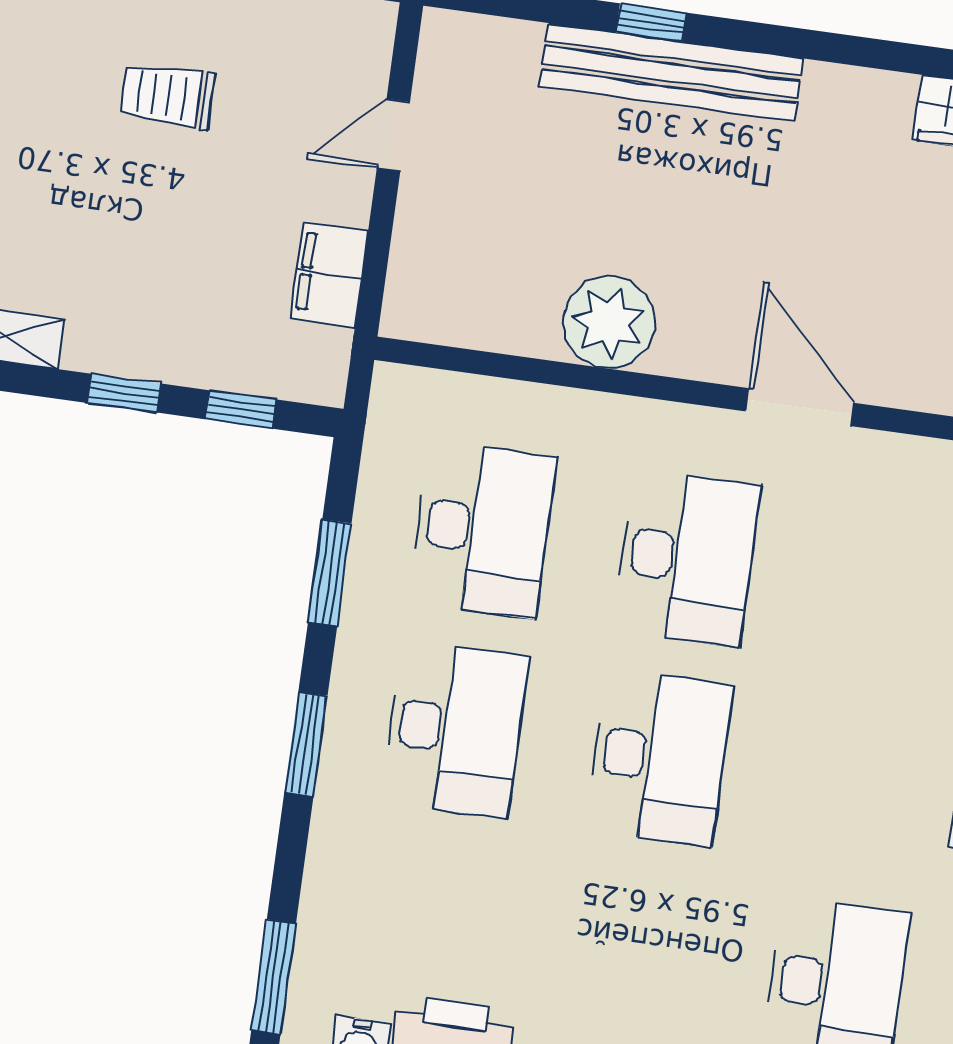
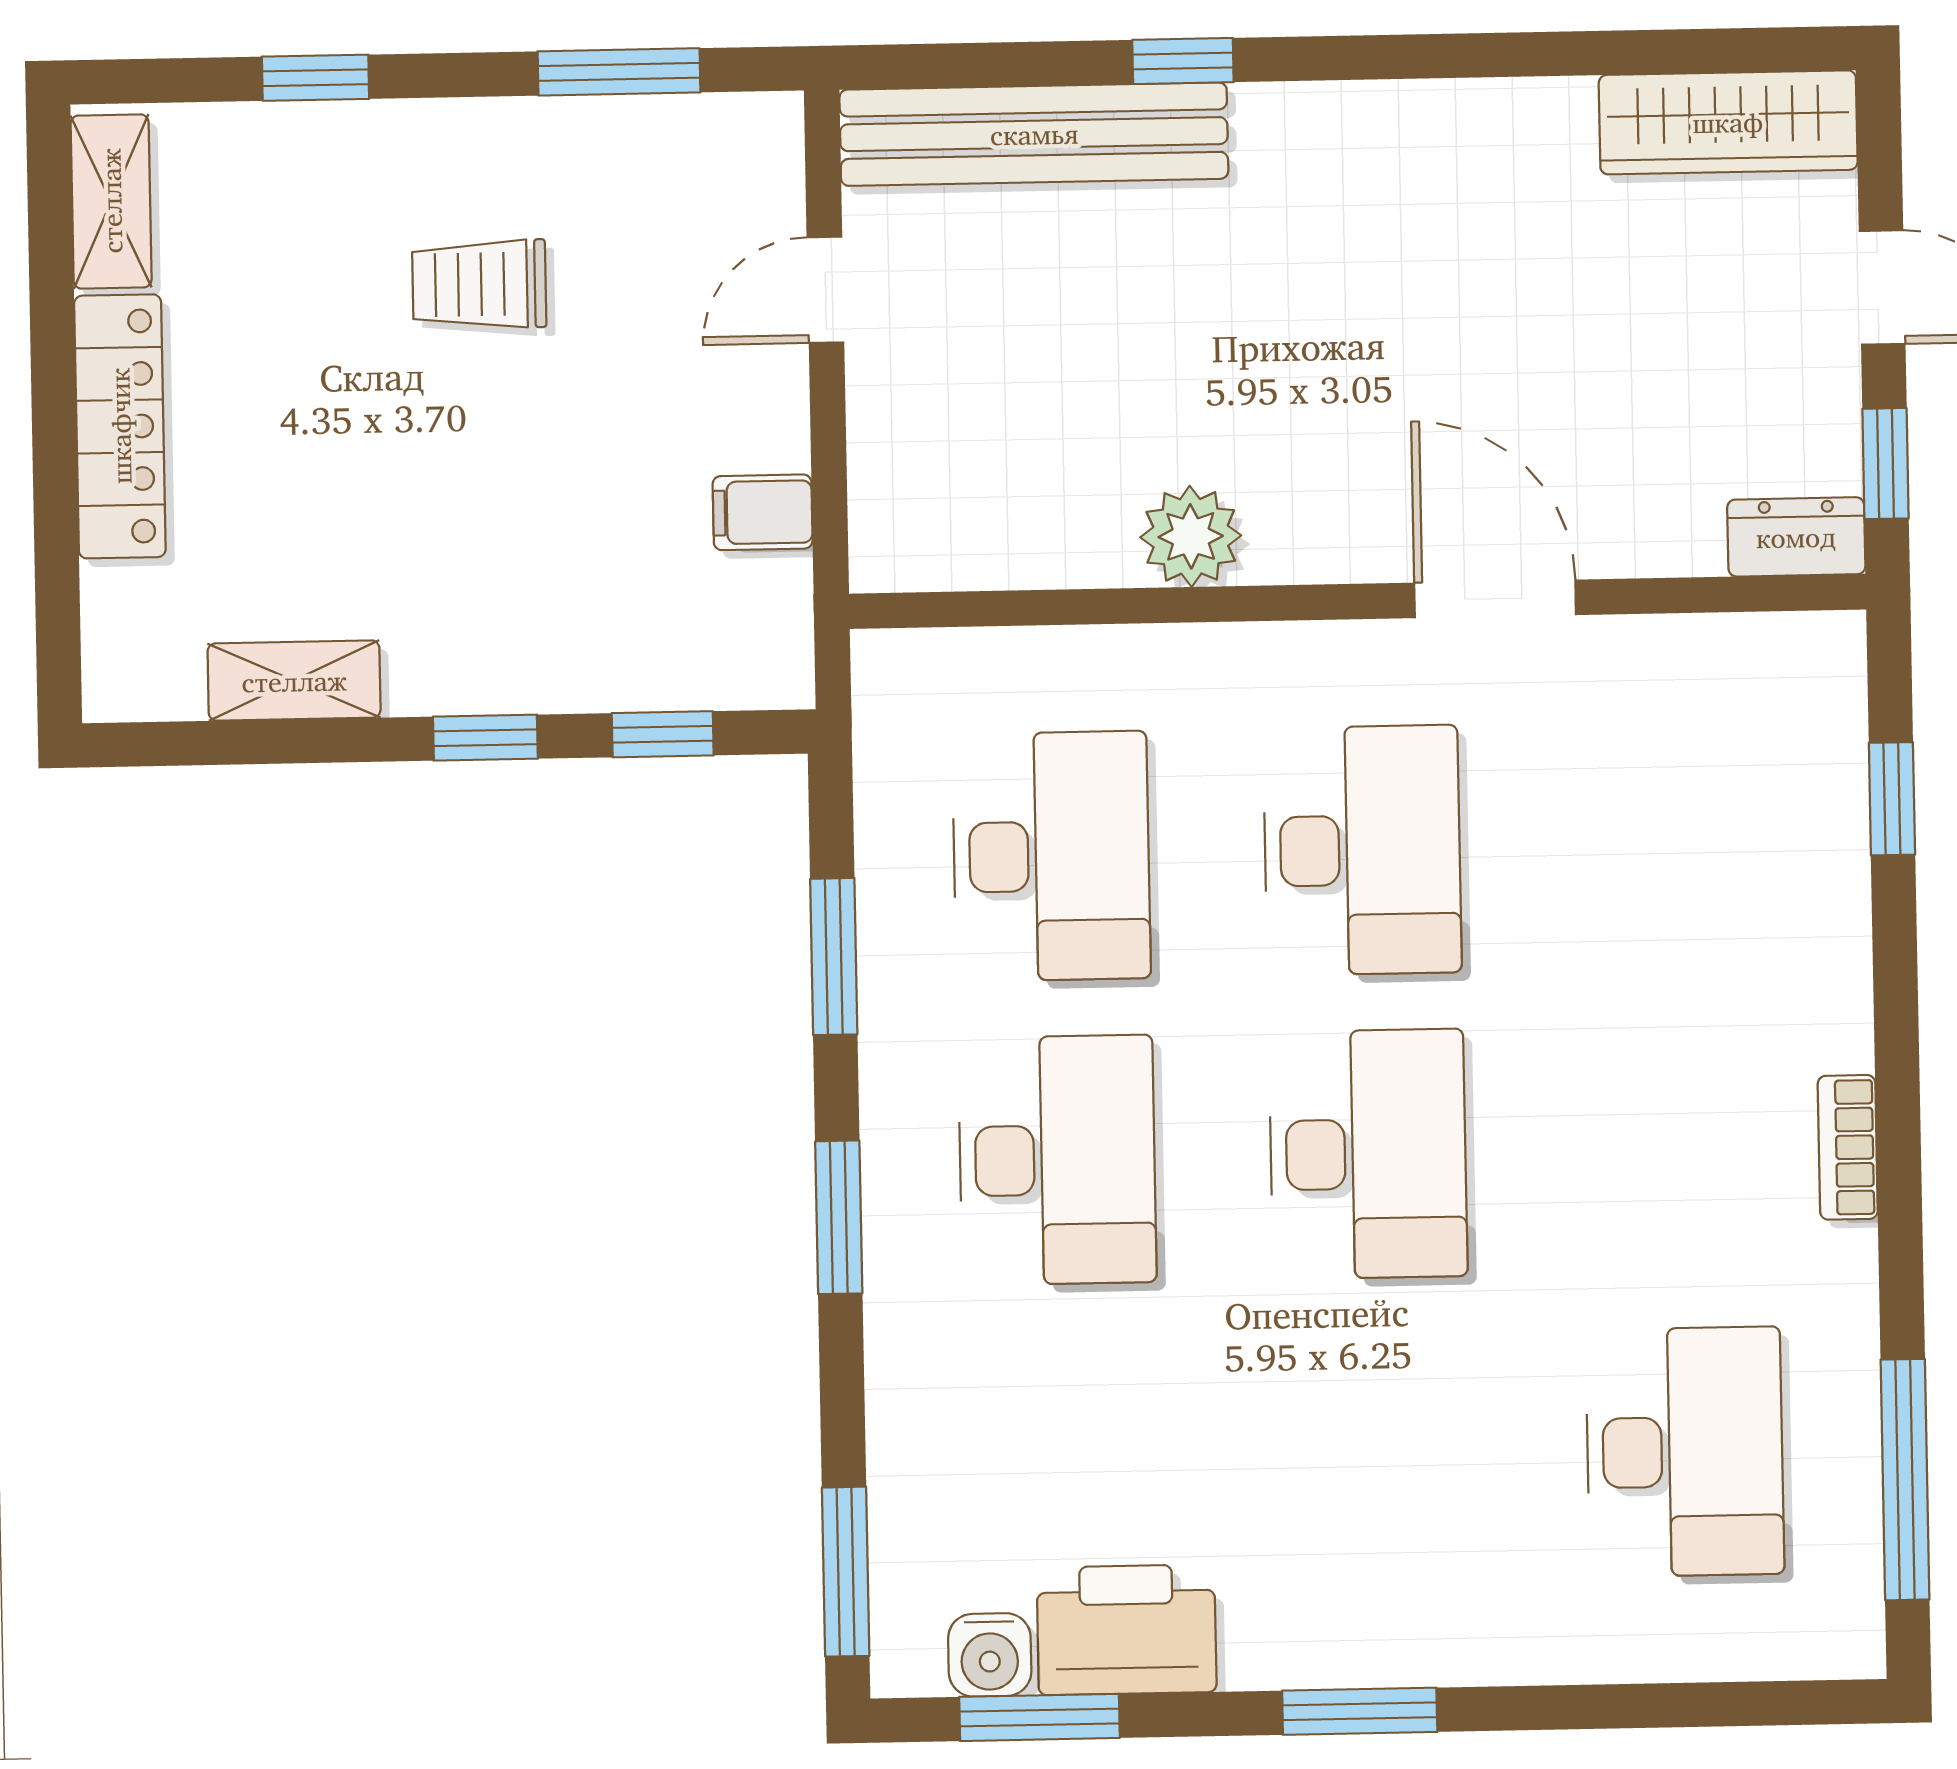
bench: (671, 72) -> (1034, 134), moved
filing cabinet: (329, 274) -> (763, 512), width x0.50
plant: (609, 322) -> (1191, 536), width x0.73, depth x0.73

